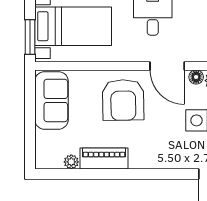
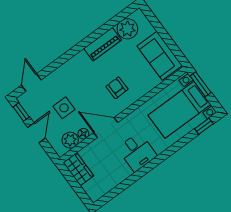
armchair: (123, 100) -> (117, 88), width x0.53, depth x0.53
plant: (71, 162) -> (127, 29), width x1.88, depth x1.88

